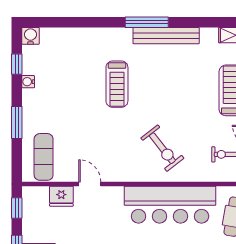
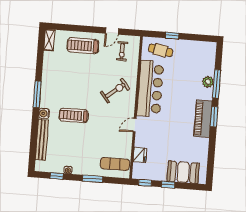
water cooler: (31, 36) -> (44, 113), moved
bench: (166, 36) -> (42, 140), moved
treadmill: (117, 84) -> (74, 115), turned 180
door: (90, 184) -> (135, 125), moved

